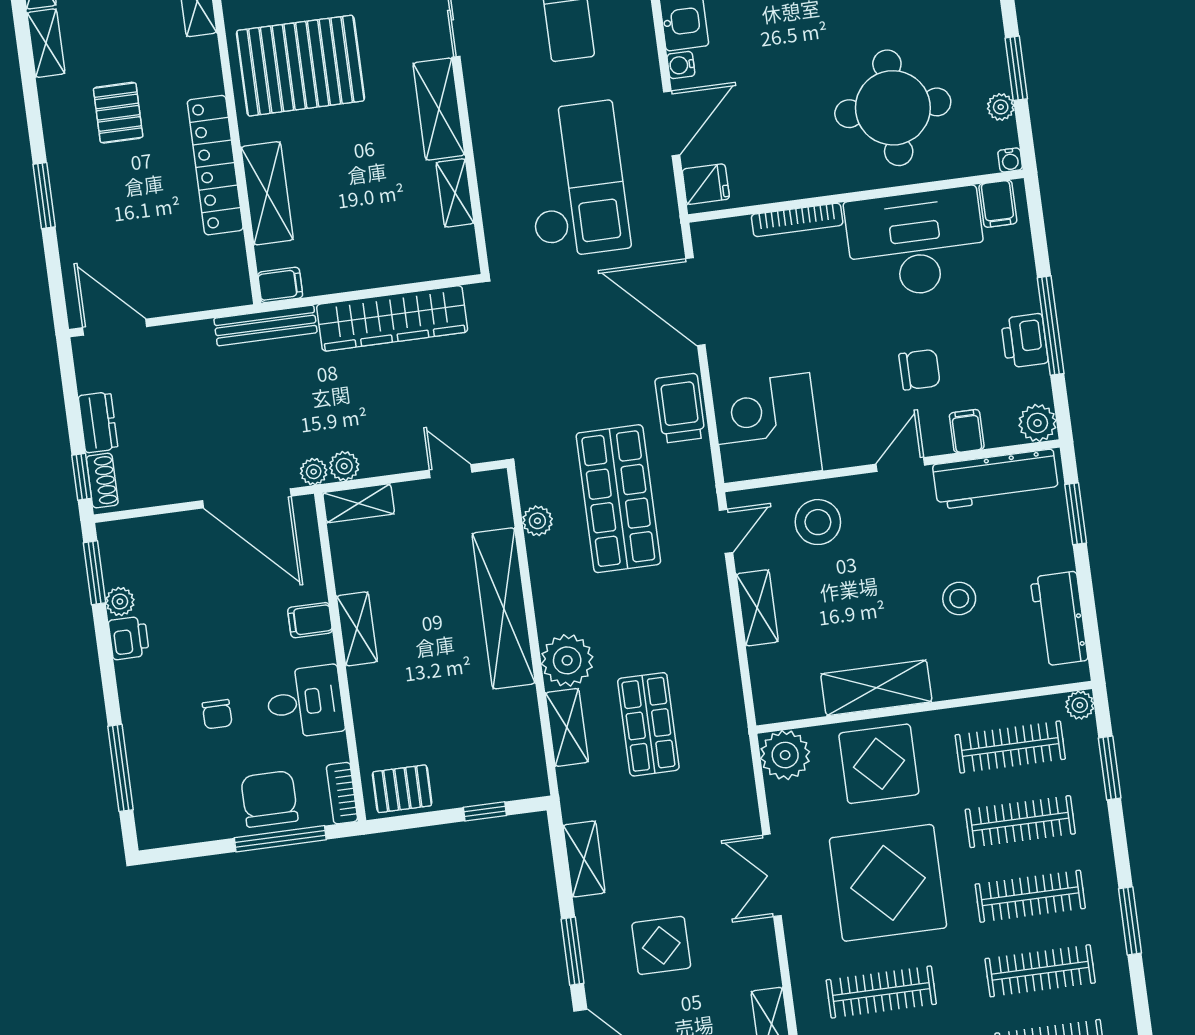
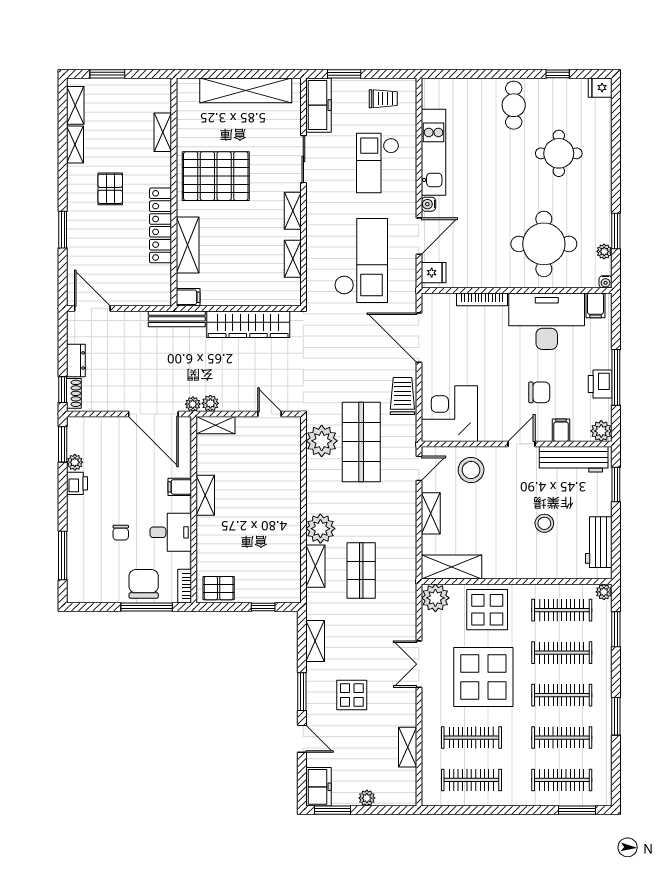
shelving: (439, 109) -> (293, 211), width x0.67, depth x0.75
plant: (537, 521) -> (322, 441), width x1.88, depth x1.88
shelving: (504, 608) -> (289, 495), removed
shelving: (876, 688) -> (451, 567), moved

